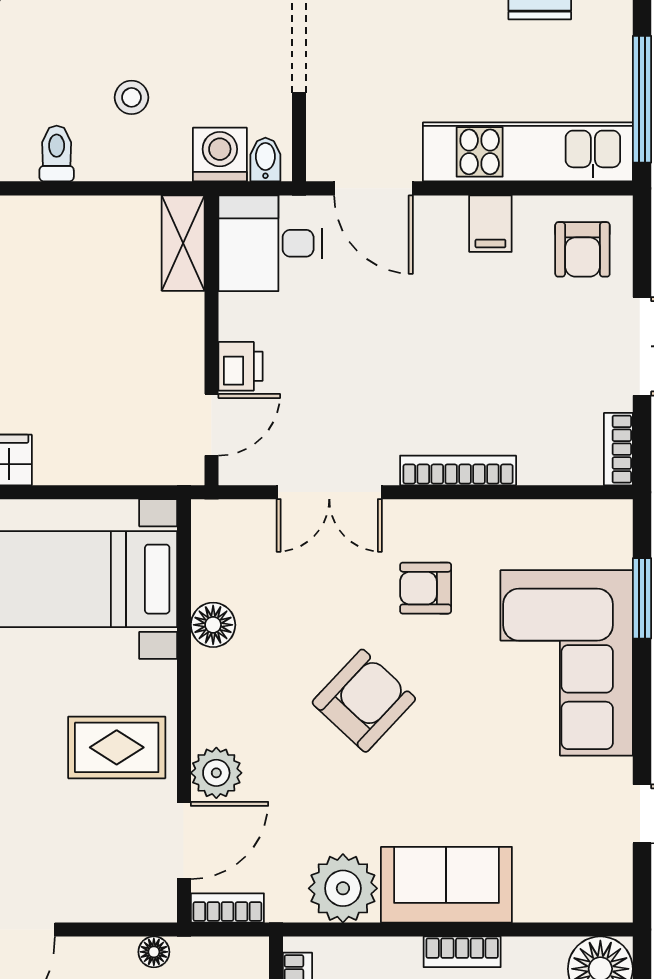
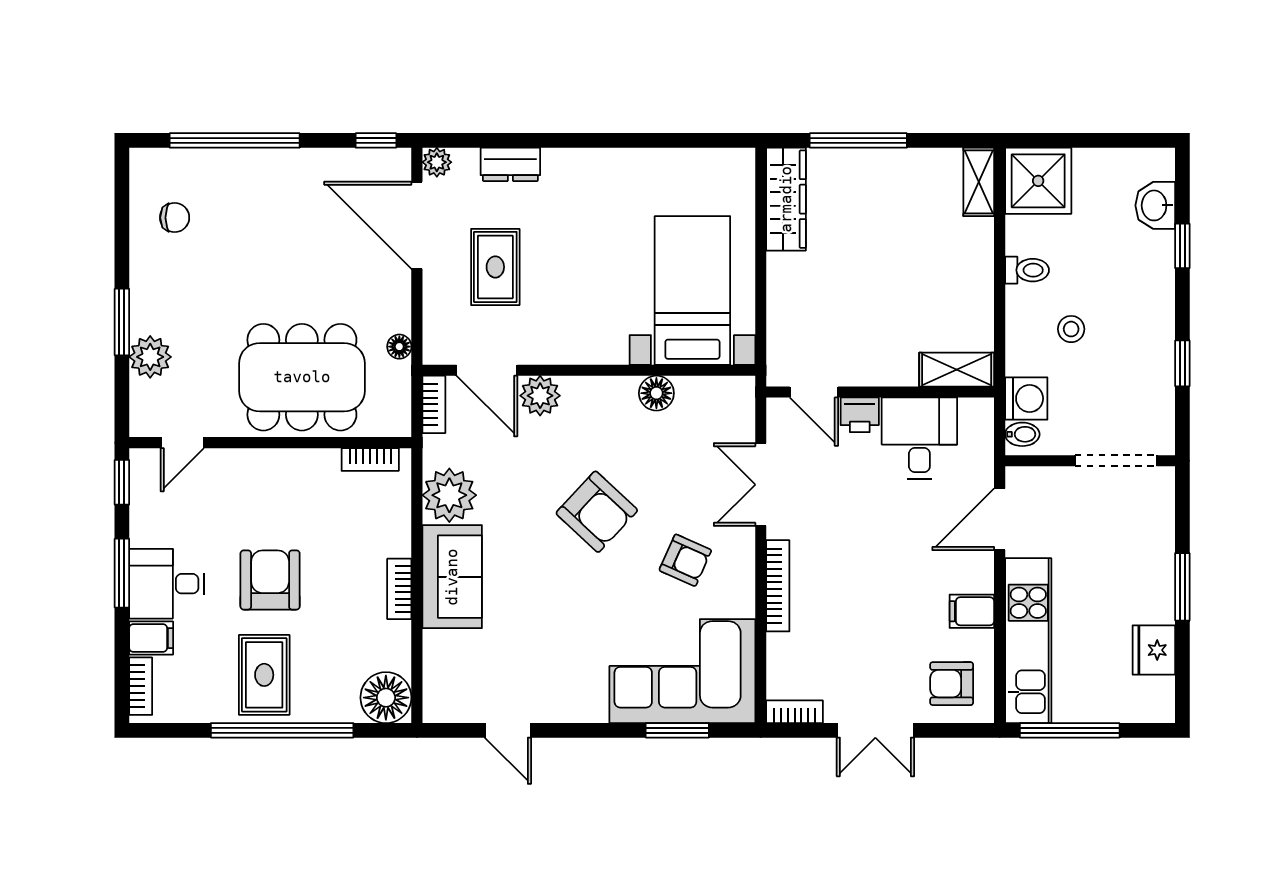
desk: (270, 243) -> (919, 438), moved
armchair: (426, 588) -> (685, 560), turned 114
corner sofa: (567, 663) -> (682, 671), moved
rug: (117, 747) -> (495, 267), moved

